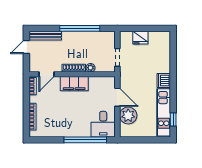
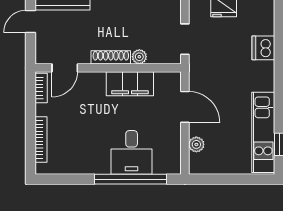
dishwasher: (164, 81) -> (263, 48), moved
filing cabinet: (74, 84) -> (130, 84), moved
plant: (128, 115) -> (196, 144), width x0.53, depth x0.53
desk: (103, 124) -> (132, 152), moved

